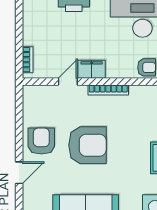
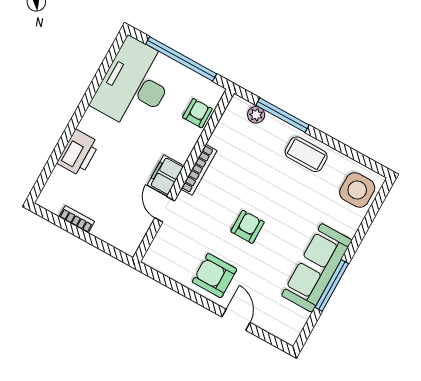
bookcase: (28, 60) -> (77, 219), moved
armchair: (88, 145) -> (248, 227), width x0.53, depth x0.53

